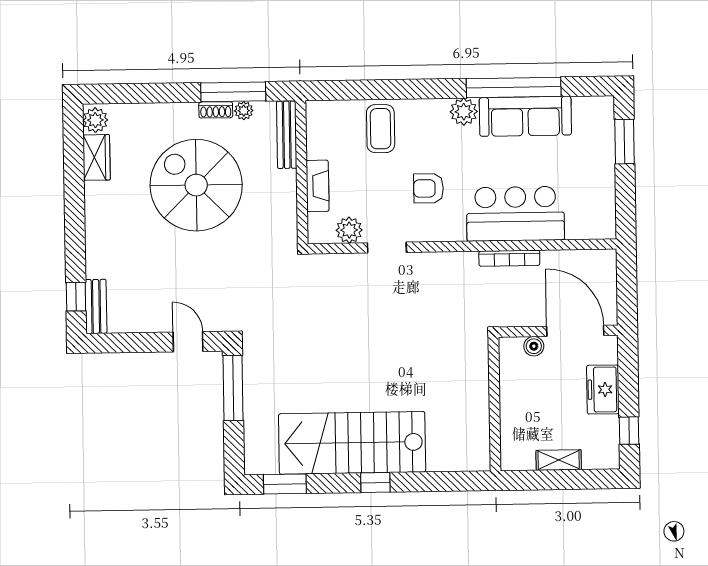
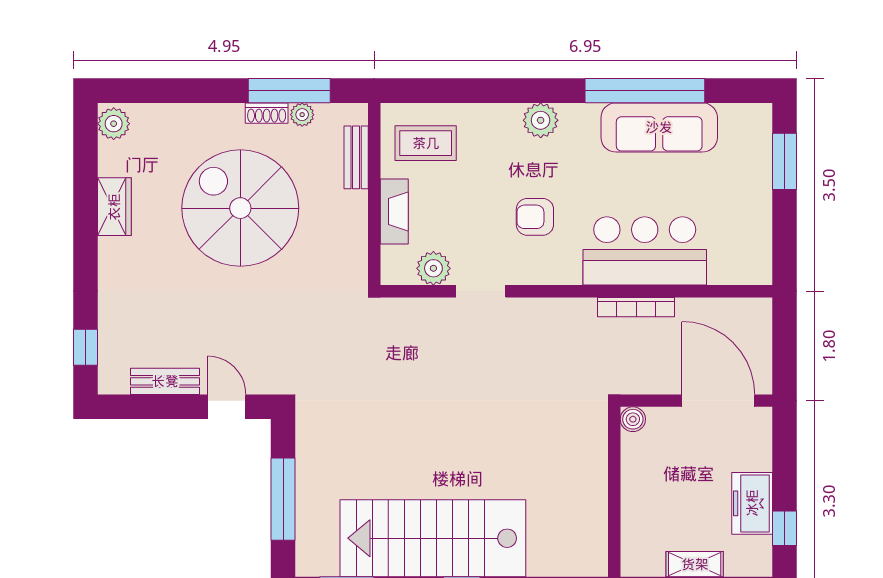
plant: (464, 112) -> (541, 120), moved
coffee table: (381, 129) -> (426, 143), moved, turned 90
bench: (287, 135) -> (356, 157), width x0.73
wardrobe: (97, 157) -> (114, 207), moved
bench: (96, 306) -> (165, 381), moved, turned 90
boiler: (534, 346) -> (633, 419), moved
window: (233, 388) -> (283, 499), moved
freezer: (603, 389) -> (752, 503), moved

